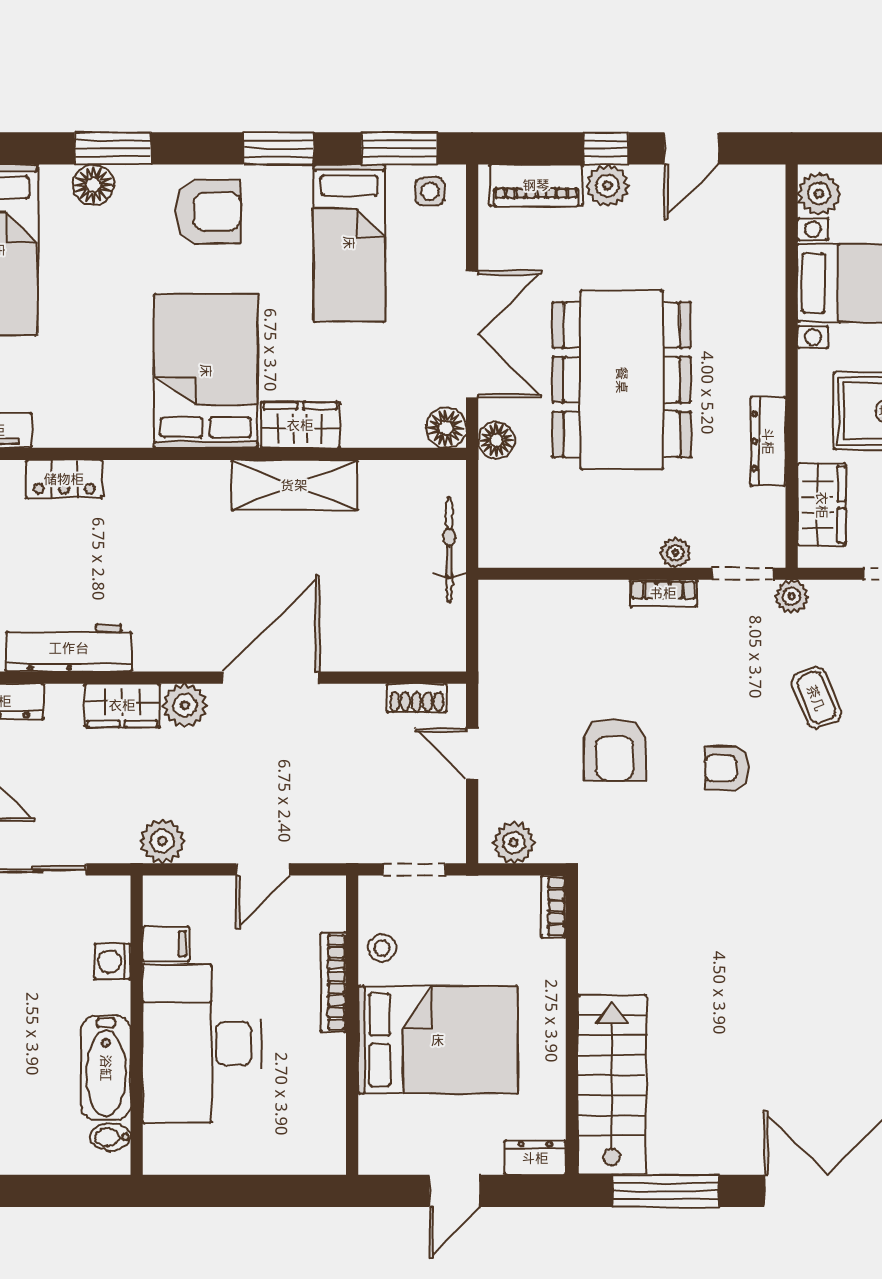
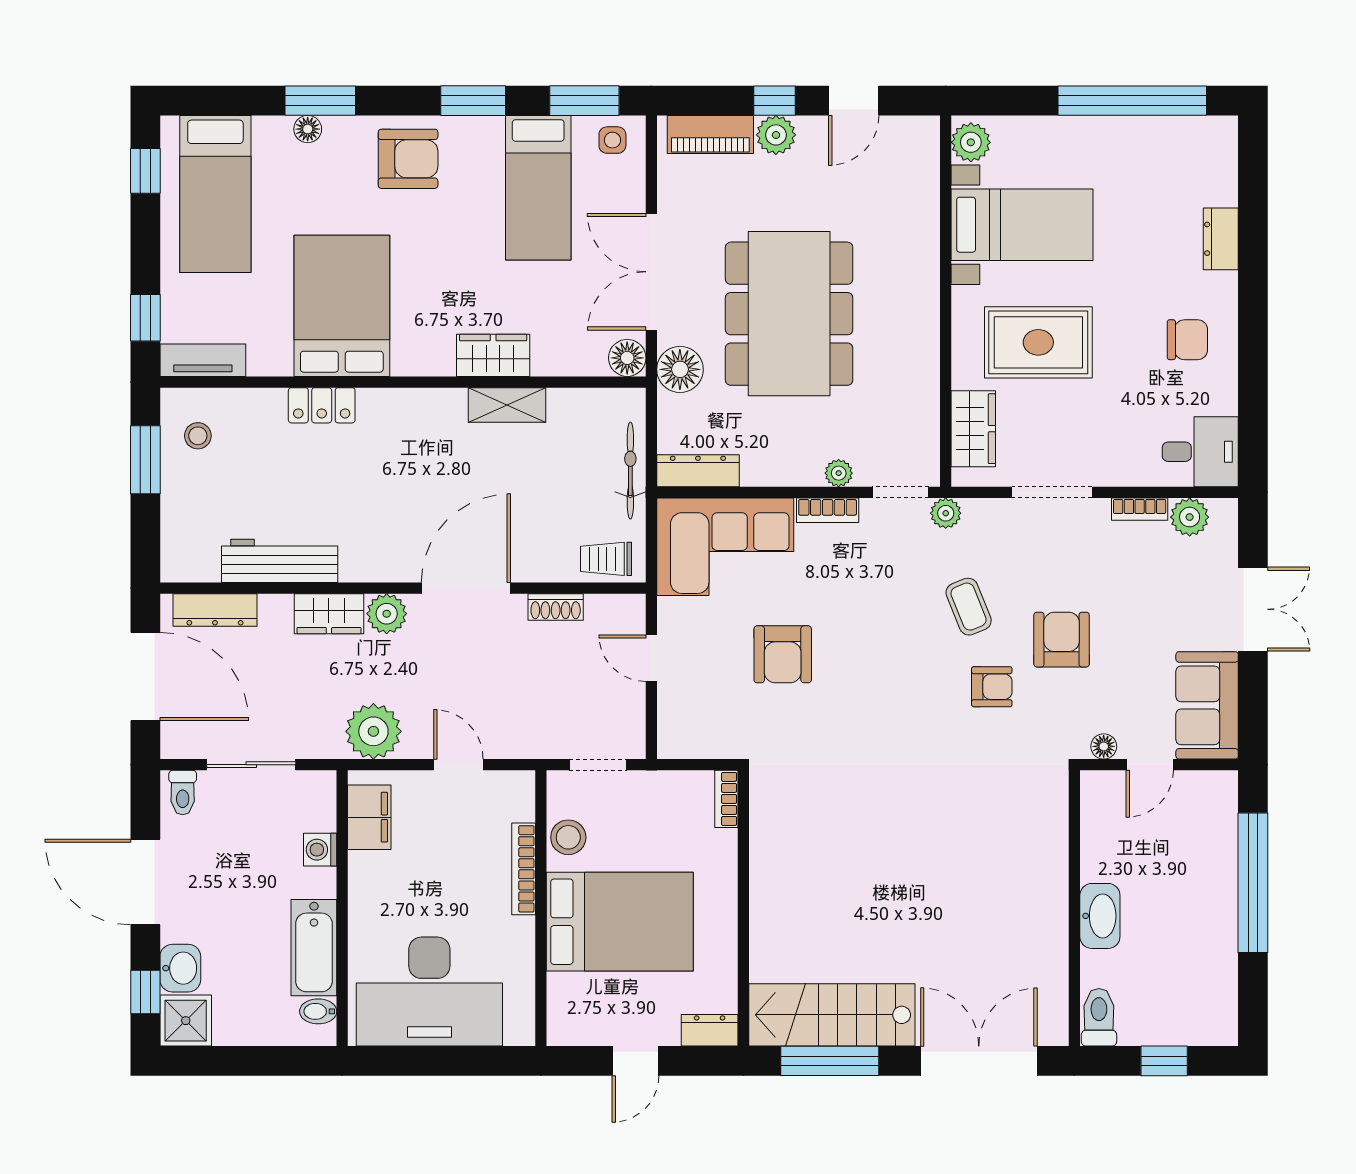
floor lamp: (93, 185) -> (308, 129), width x0.73, depth x0.73
double door: (472, 334) -> (651, 272), swing flipped
bed: (206, 371) -> (342, 306), moved
floor lamp: (496, 440) -> (680, 369), width x1.38, depth x1.38
dresser: (768, 441) -> (698, 471), moved, turned 90
locker: (64, 479) -> (322, 405), moved
shelving: (294, 485) -> (507, 405), width x0.67, depth x0.75
corner sofa: (552, 633) -> (725, 547), added
trolley: (423, 646) -> (606, 559), added
shoe rack: (417, 698) -> (556, 607), moved
armchair: (727, 768) -> (992, 687), moved, turned 180
plant: (162, 841) -> (373, 731), width x1.36, depth x1.36
plant: (514, 843) -> (690, 740), removed
door: (263, 869) -> (458, 765), swing flipped
filing cabinet: (166, 944) -> (369, 817), width x2.00
stool: (382, 948) -> (568, 837), width x1.37, depth x1.37
desk: (202, 1044) -> (429, 992), moved, turned -90
stairs: (612, 1085) -> (832, 1015), moved, turned -90

